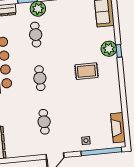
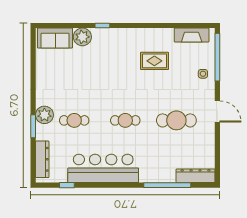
plant: (109, 49) -> (82, 37), moved
rug: (86, 71) -> (154, 61), moved, turned 90
cafe table: (44, 122) -> (176, 120), width x1.37, depth x1.35

